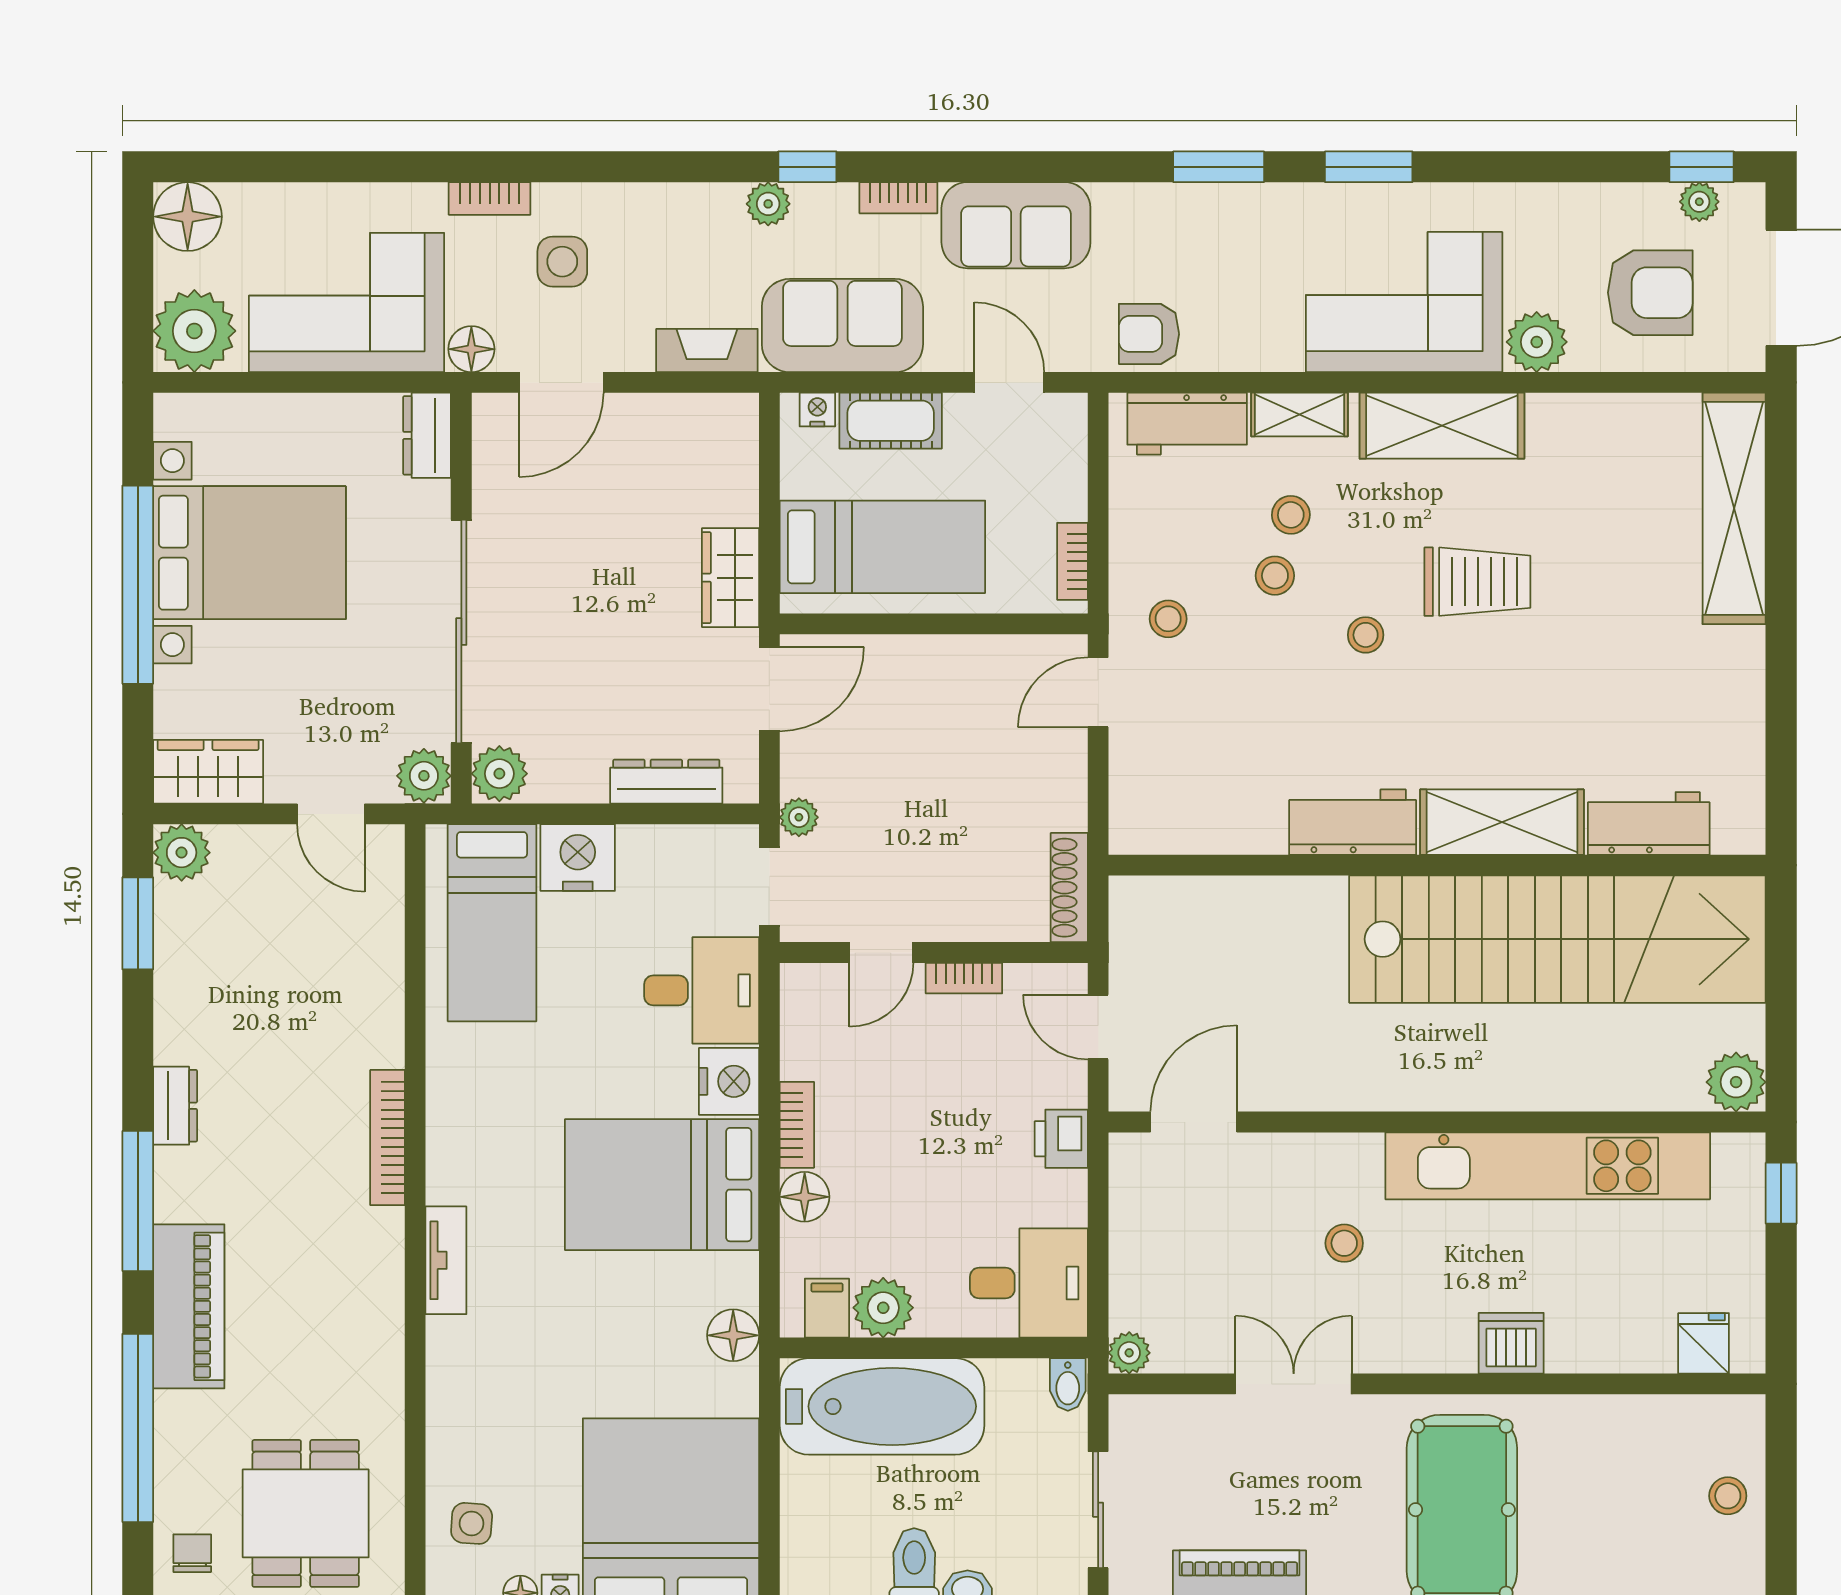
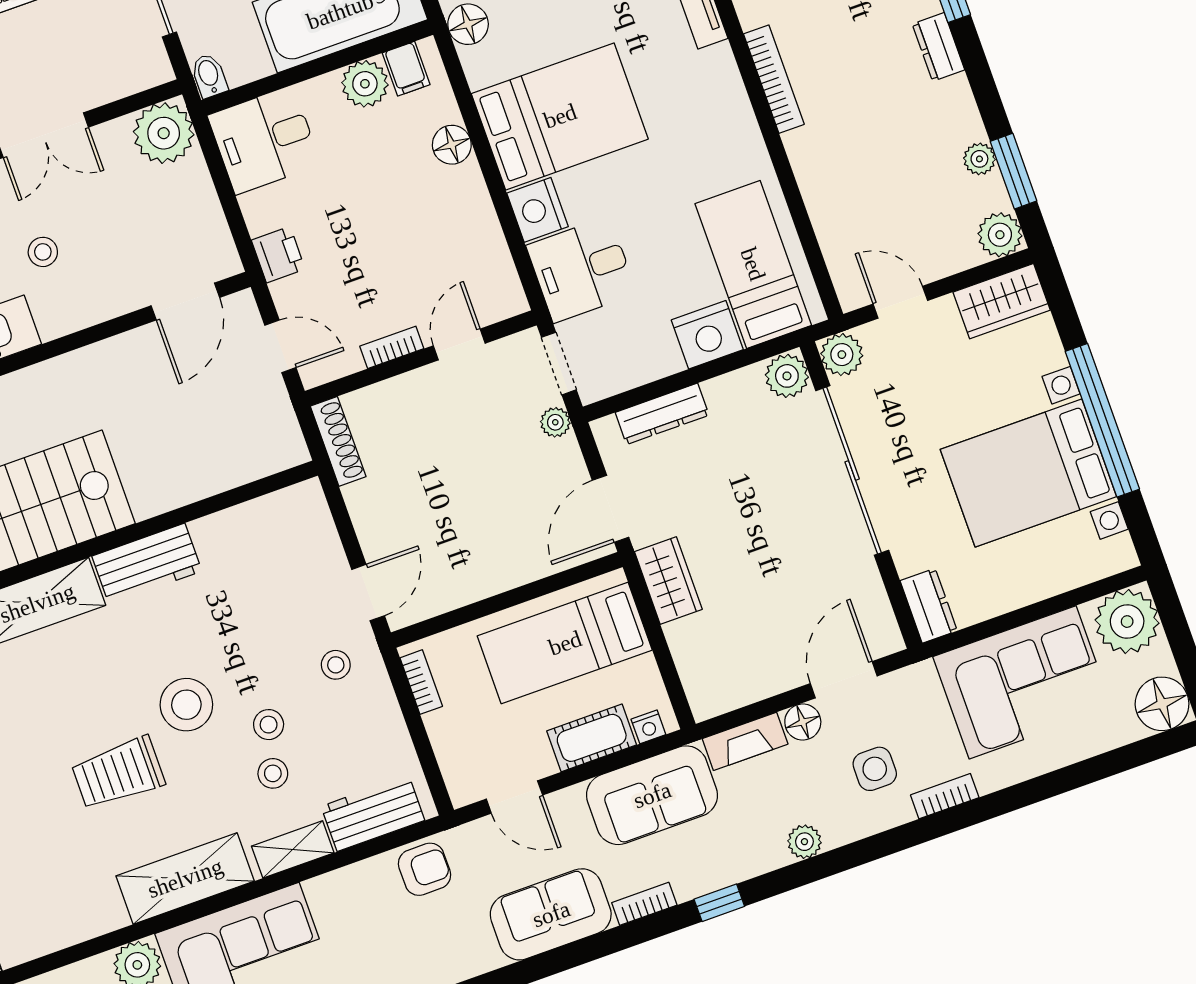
plant: (768, 204) -> (804, 842), moved
floor lamp: (471, 349) -> (803, 722), moved
stool: (1366, 635) -> (186, 705), width x1.89, depth x1.89
plant: (174, 953) -> (979, 159), added
bookcase: (797, 1125) -> (476, 196), removed
plant: (1129, 1353) -> (164, 133), width x1.88, depth x1.88

